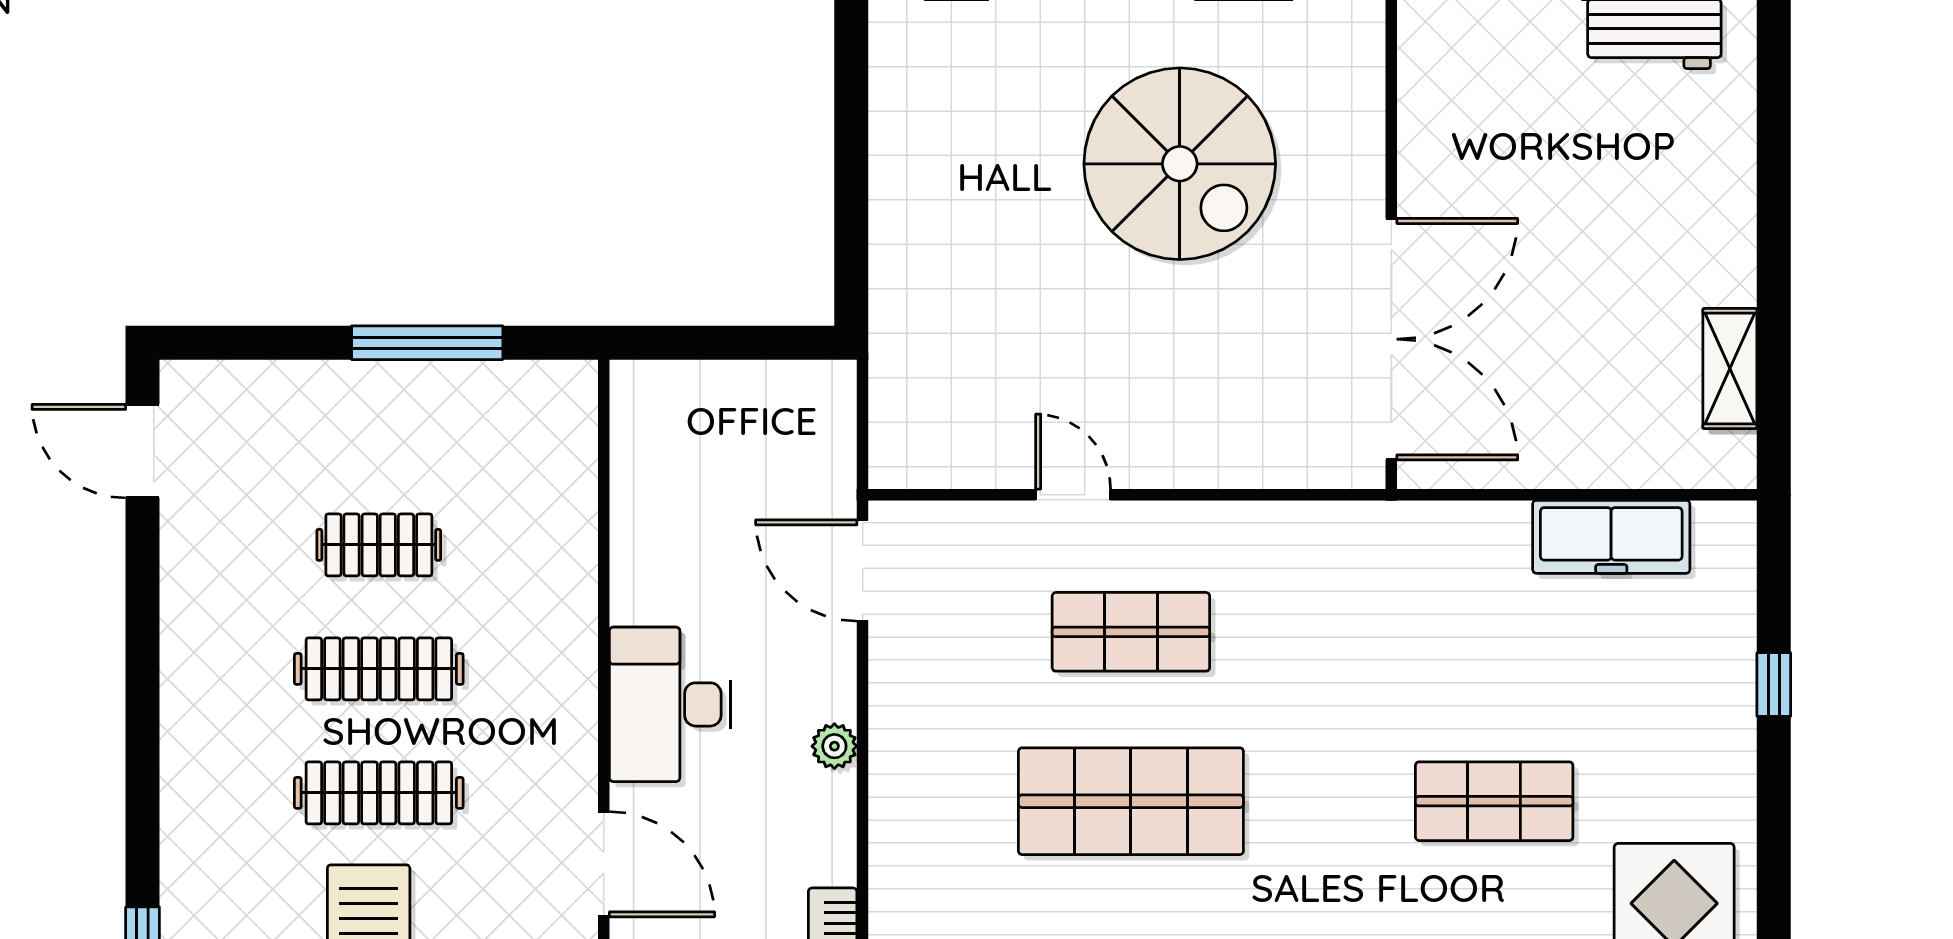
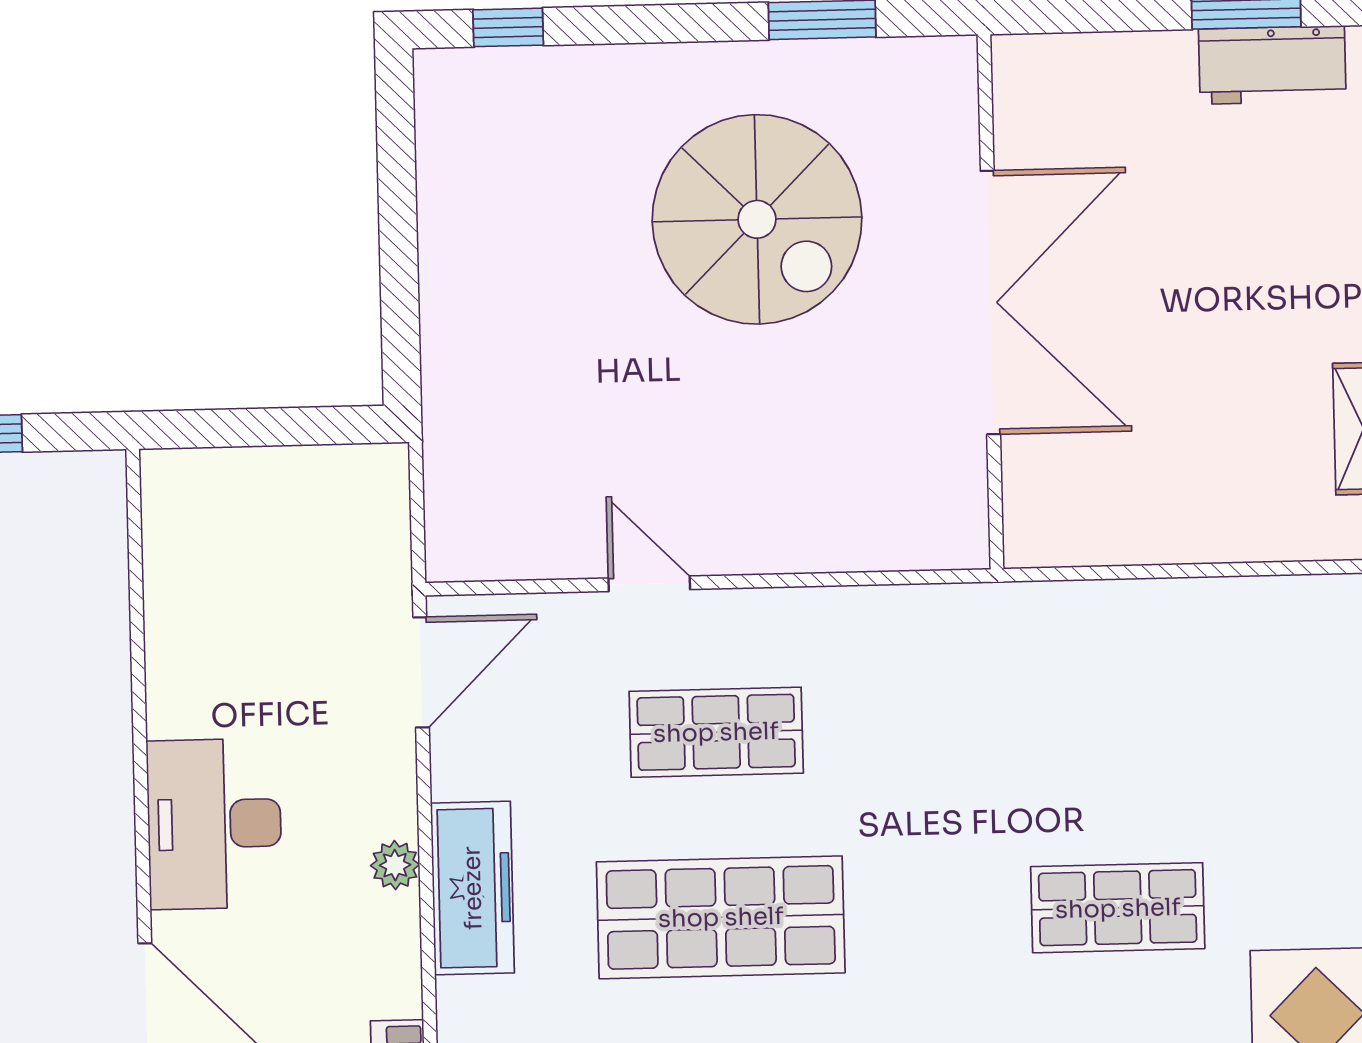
double door: (1391, 339) -> (990, 302), moved
freezer: (1611, 537) -> (472, 888), moved, turned -90
door: (863, 570) -> (421, 672), swing flipped

